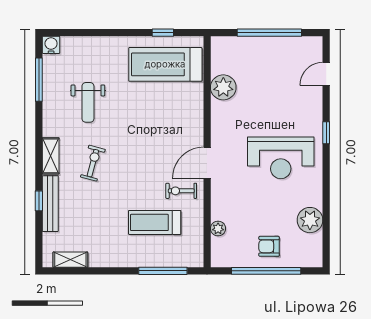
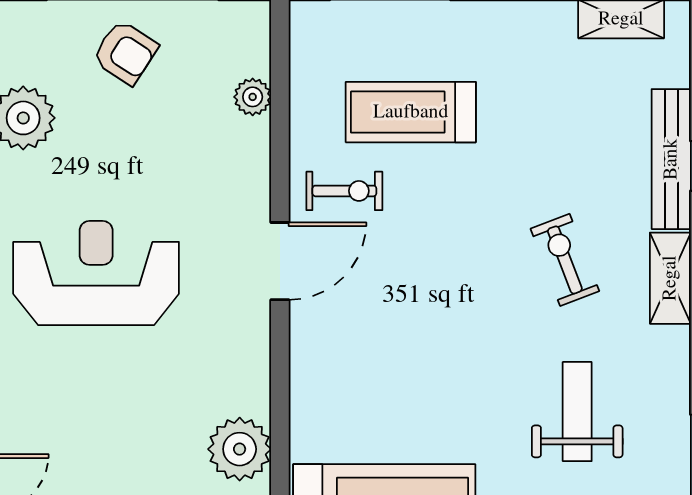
exercise bike: (93, 163) -> (565, 260), turned 144
treadmill: (155, 222) -> (411, 112), turned 180
armchair: (269, 246) -> (125, 52), turned 33

